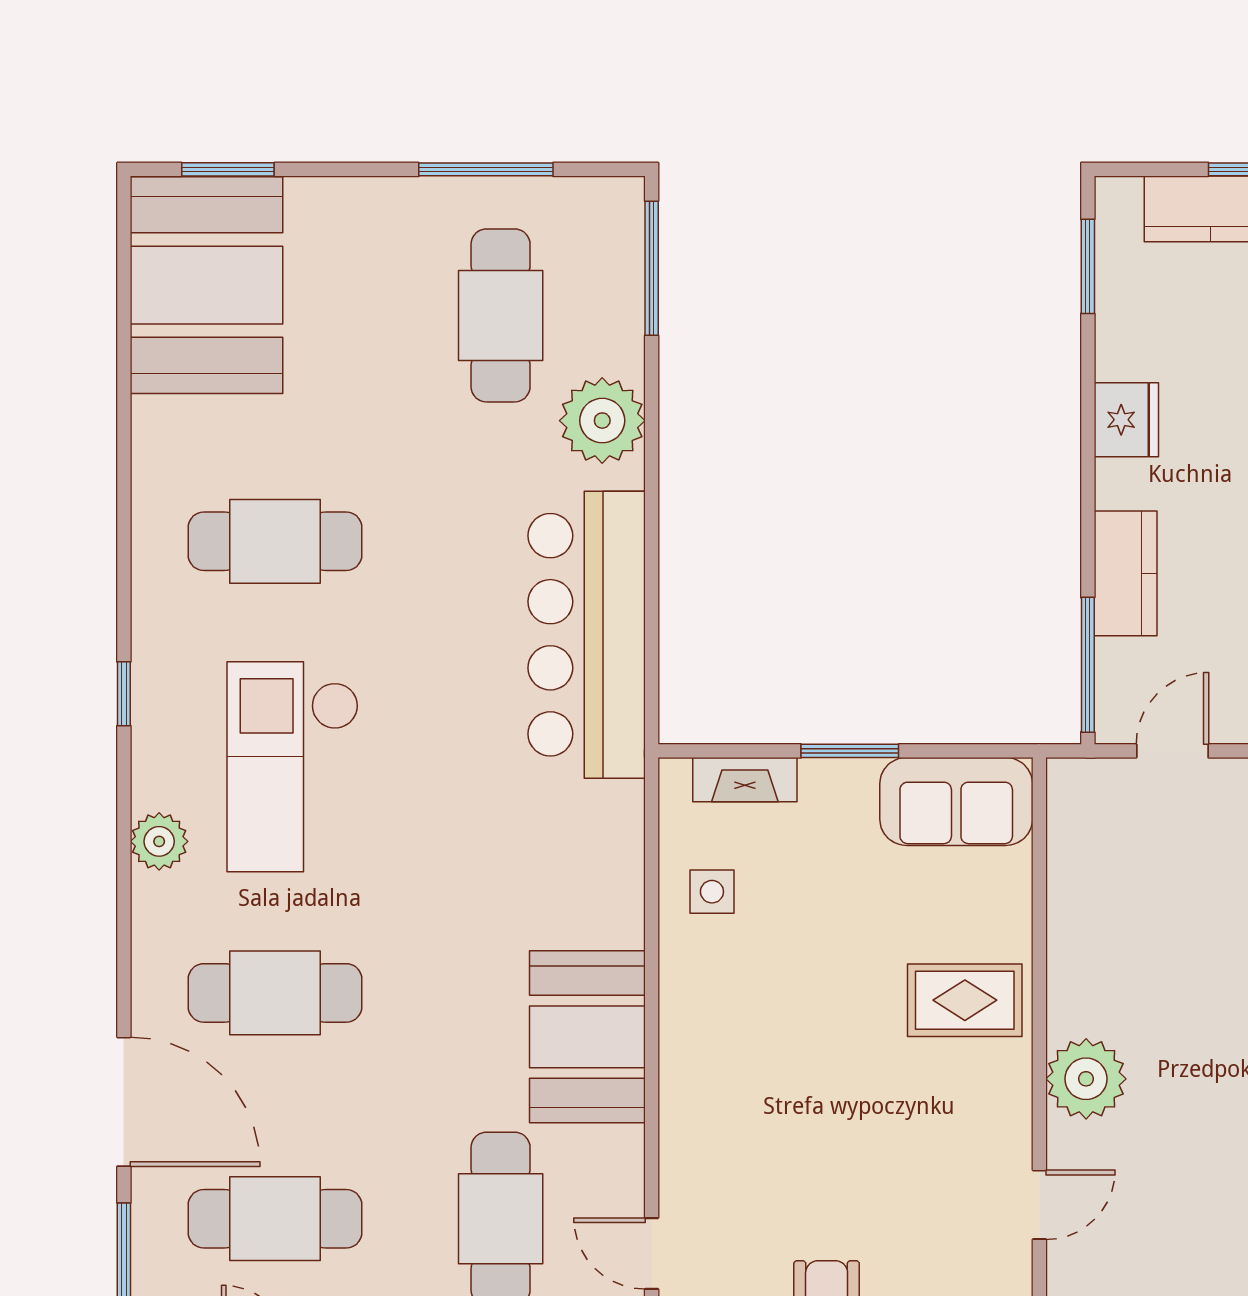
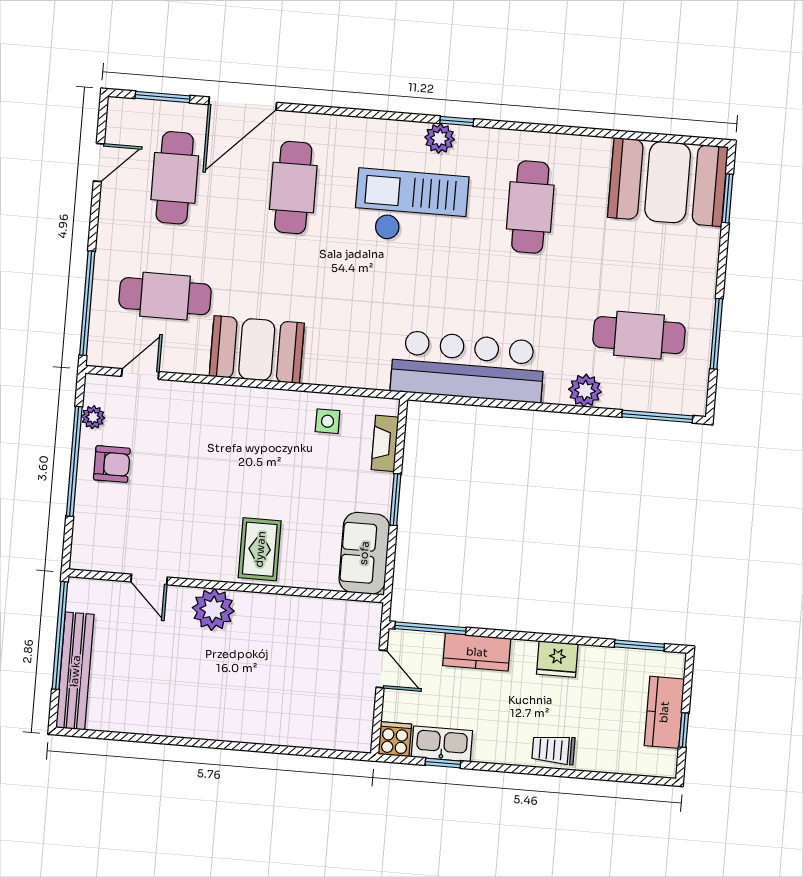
plant: (602, 421) -> (585, 390), width x0.73, depth x0.73
plant: (159, 841) -> (440, 138), moved

